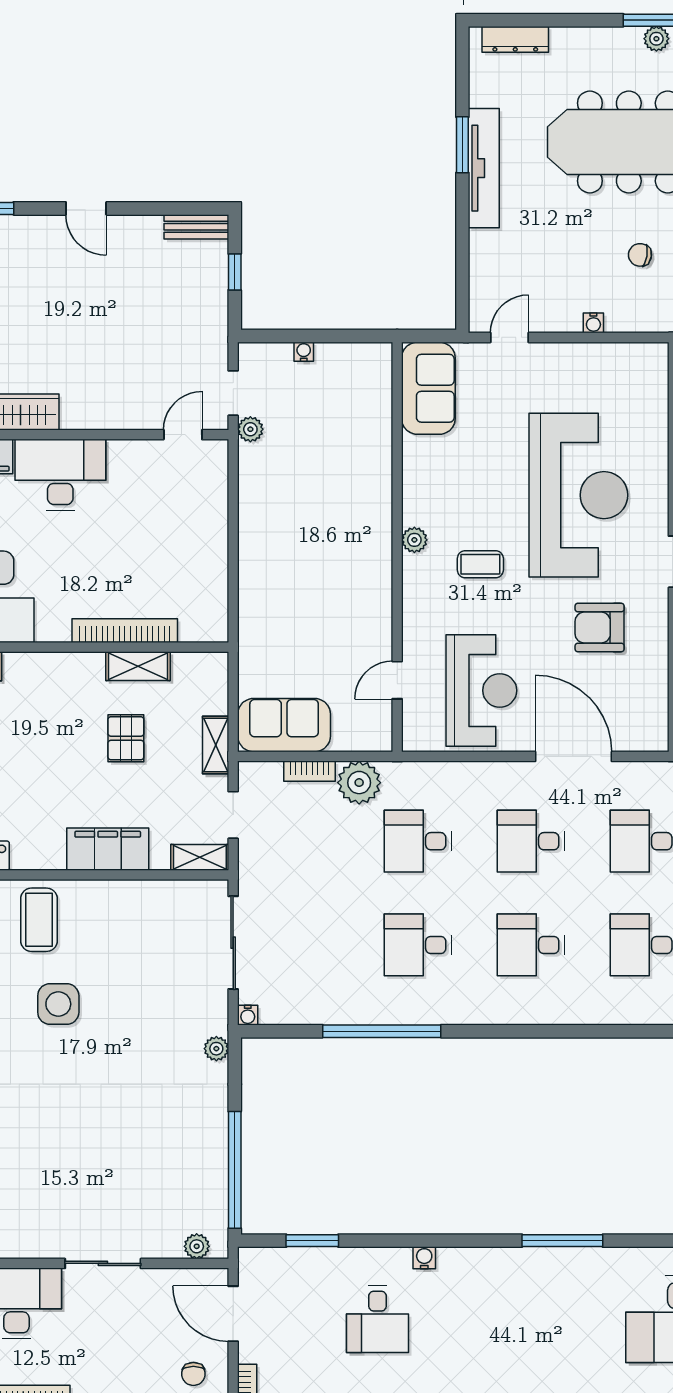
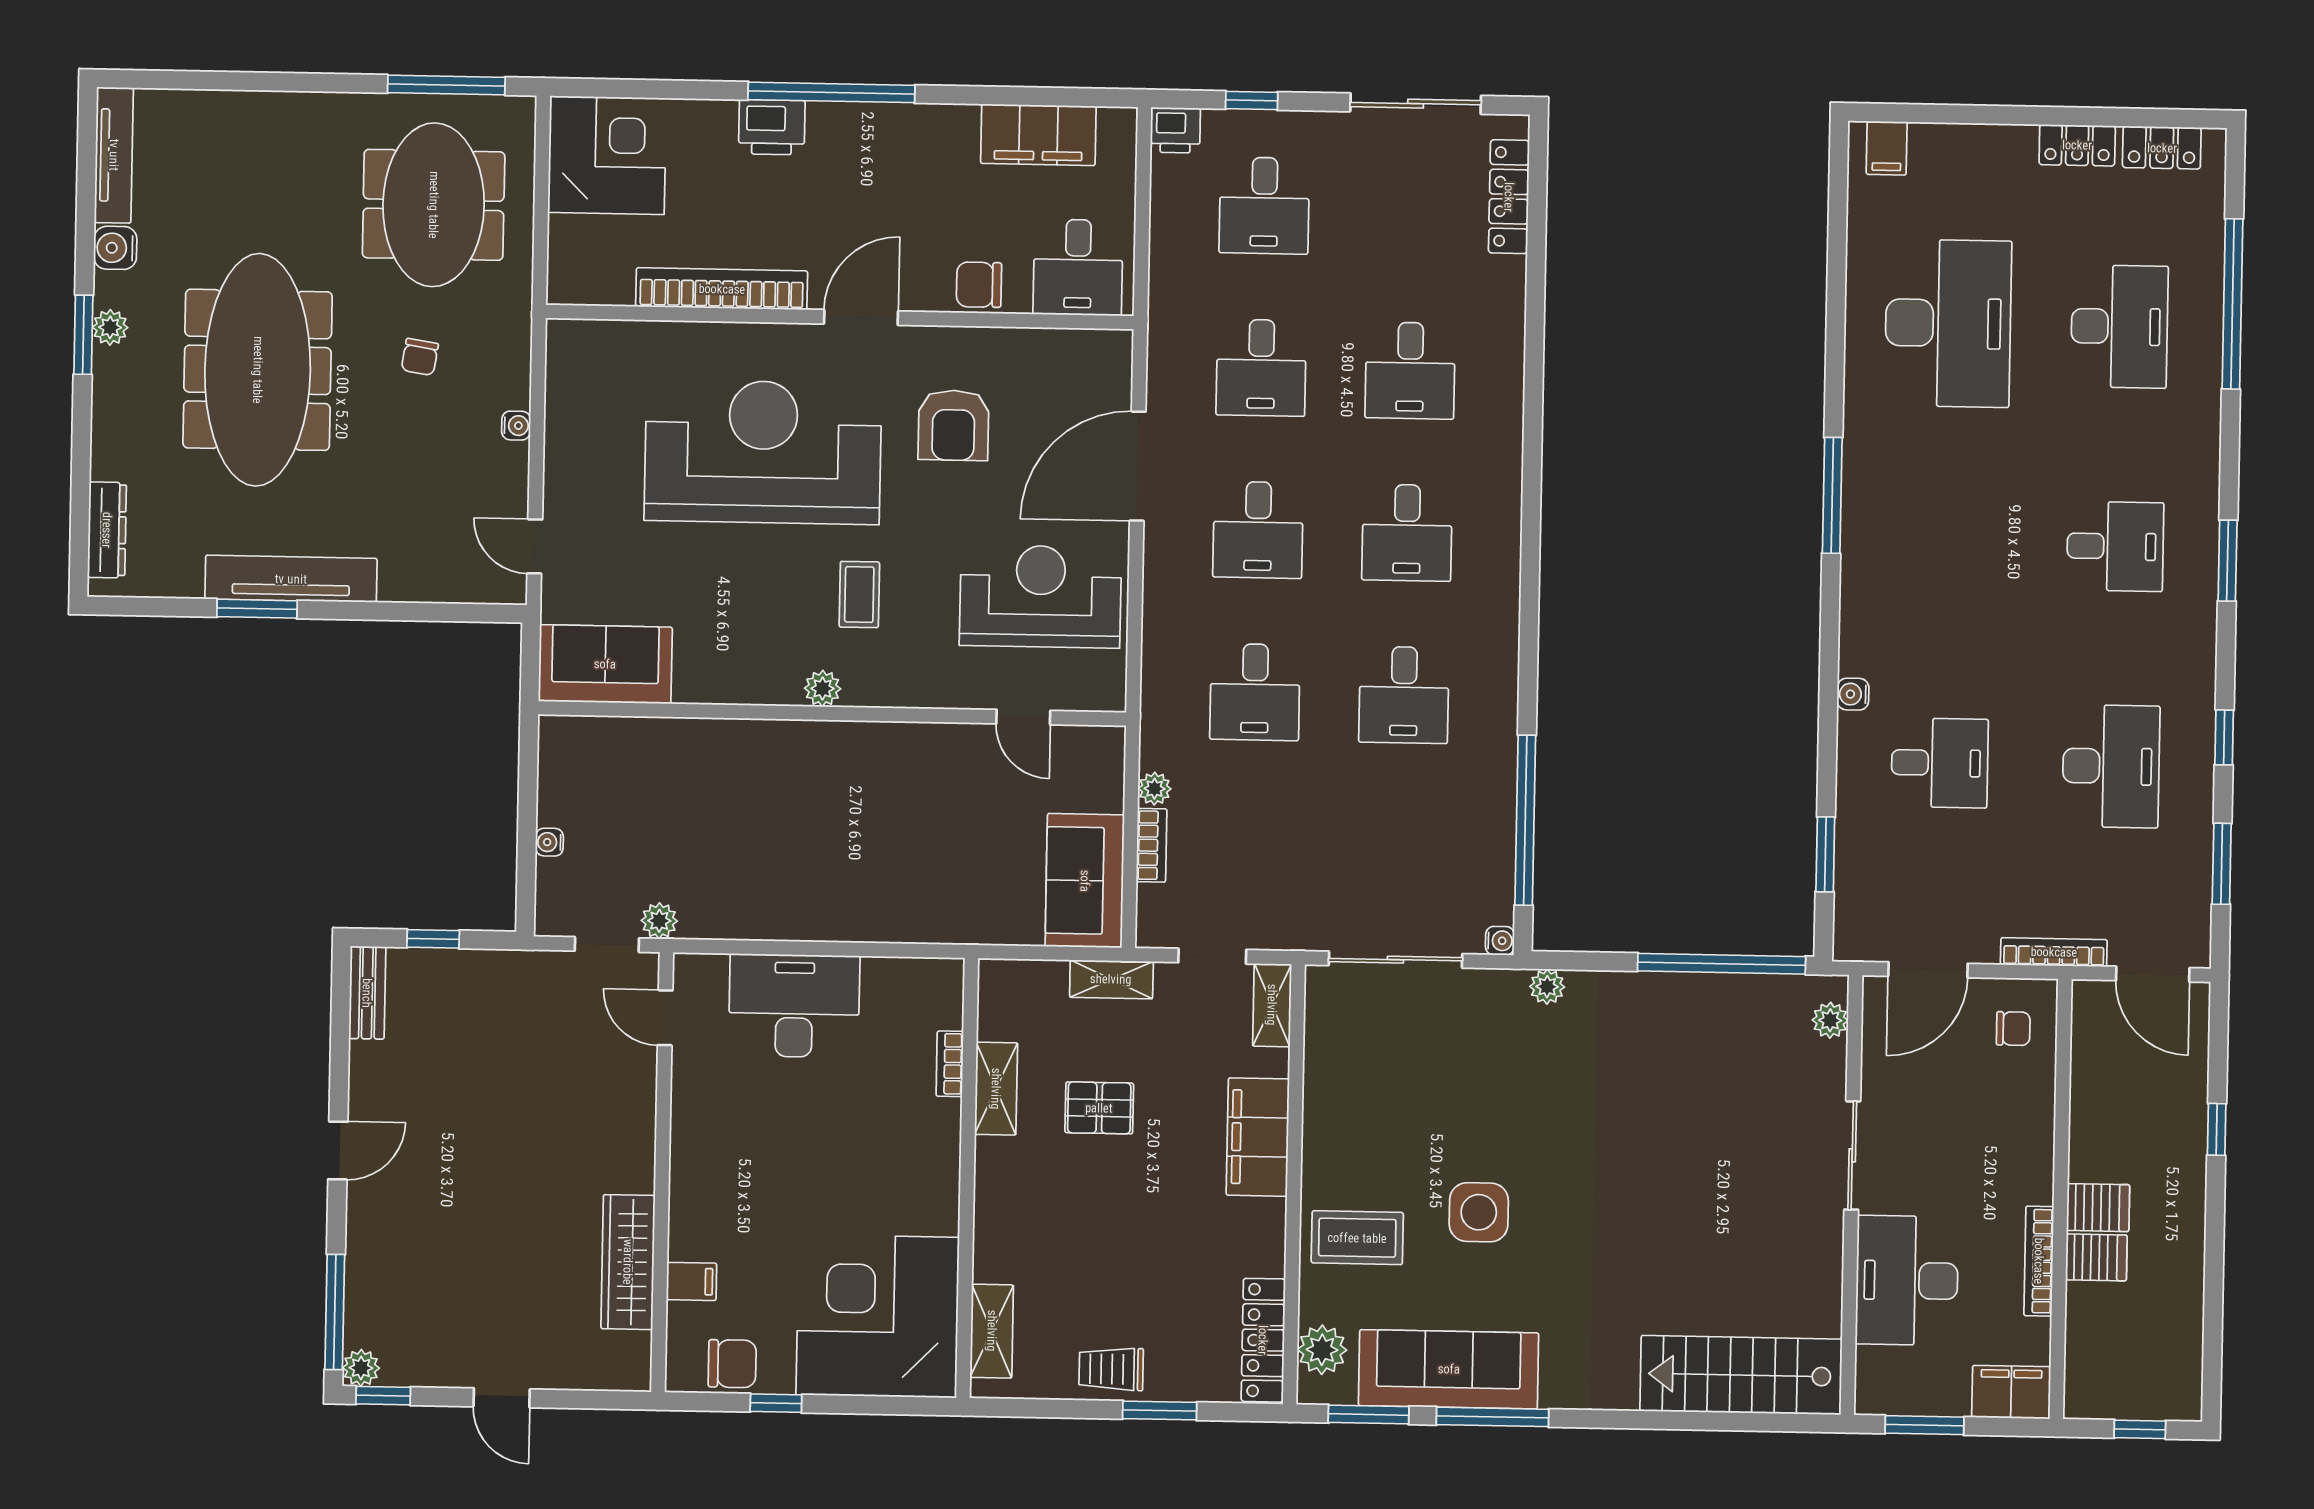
desk: (60, 475) -> (794, 1006), moved, turned 90
bookcase: (125, 631) -> (950, 1064), width x0.43, depth x0.76
plant: (359, 783) -> (1155, 789), width x0.53, depth x0.53
window: (382, 1031) -> (1525, 820), moved

